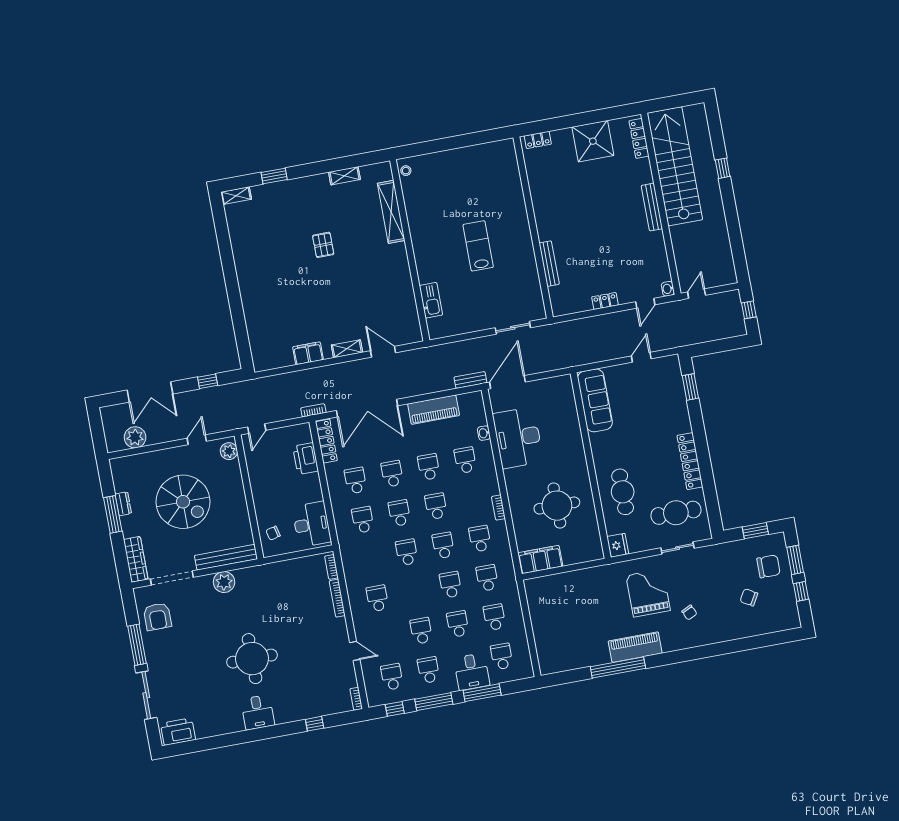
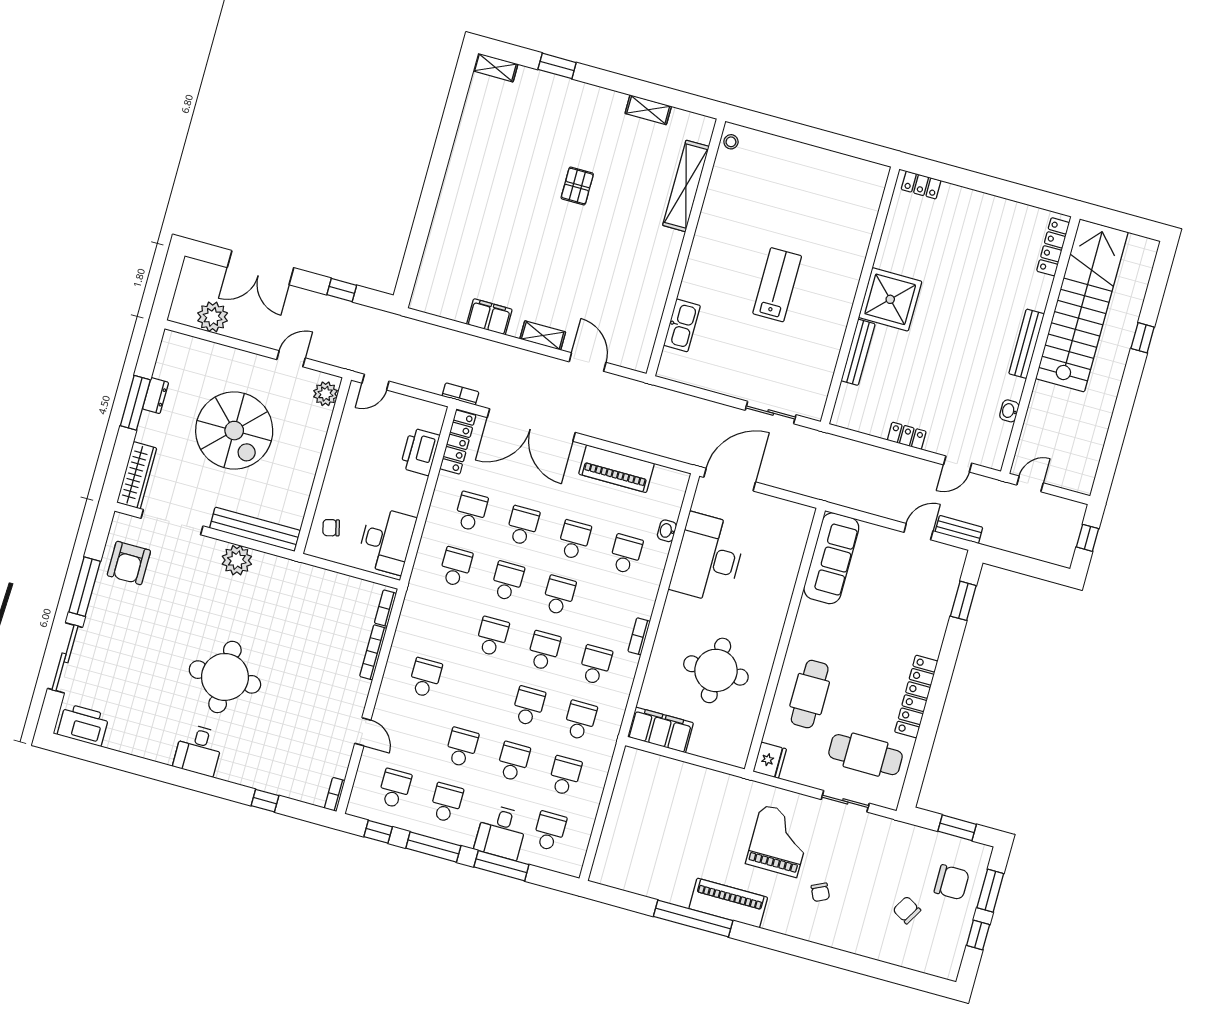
shower: (593, 141) -> (890, 299), moved
washbasin: (668, 289) -> (1009, 411), moved
bench: (470, 380) -> (959, 530), moved

